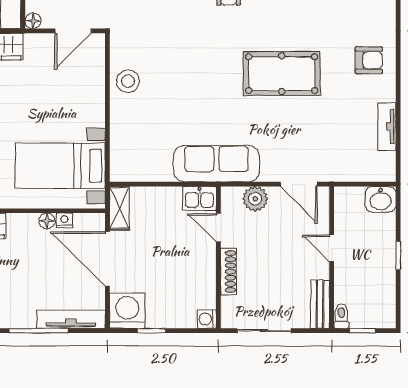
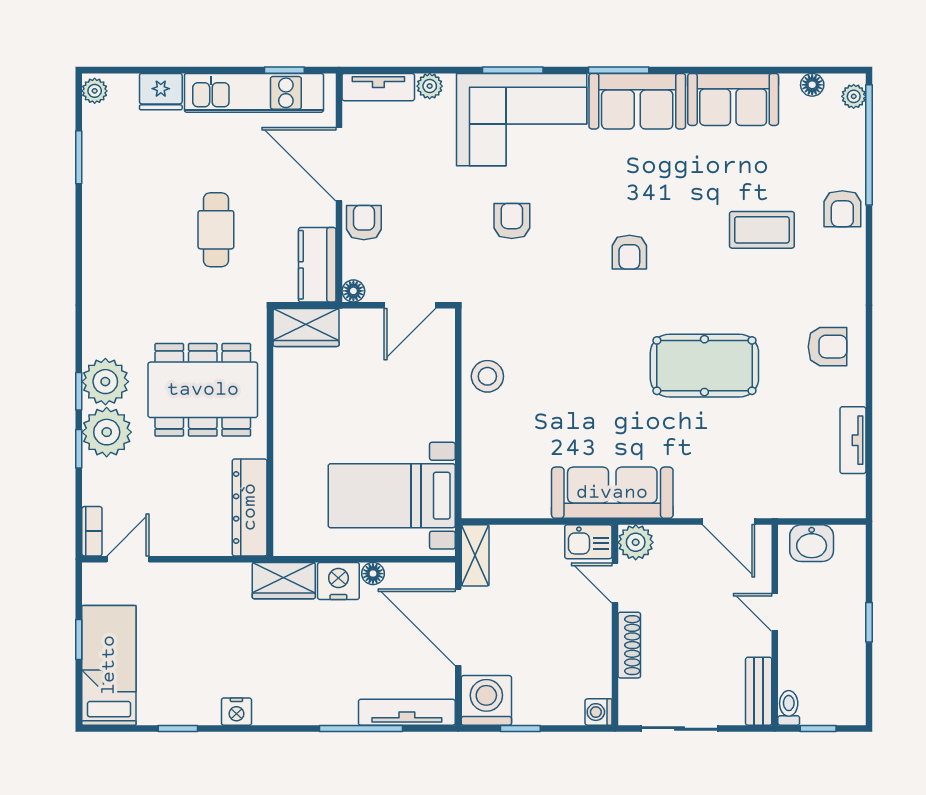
plant: (255, 199) -> (636, 542), moved
washbasin: (381, 199) -> (812, 543), moved
nightstand: (64, 220) -> (338, 581), moved, width x1.89, depth x1.79

